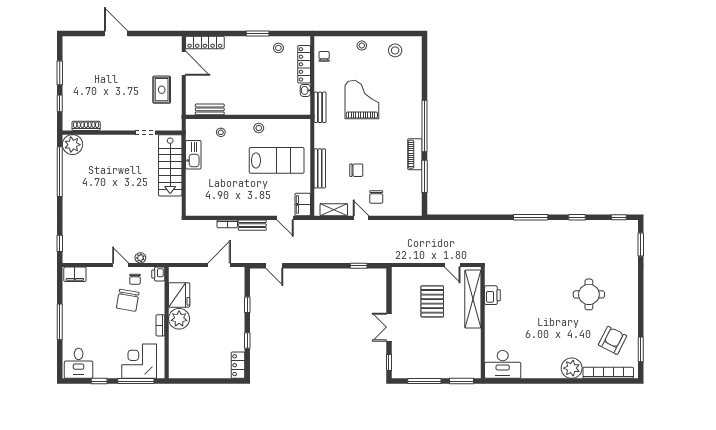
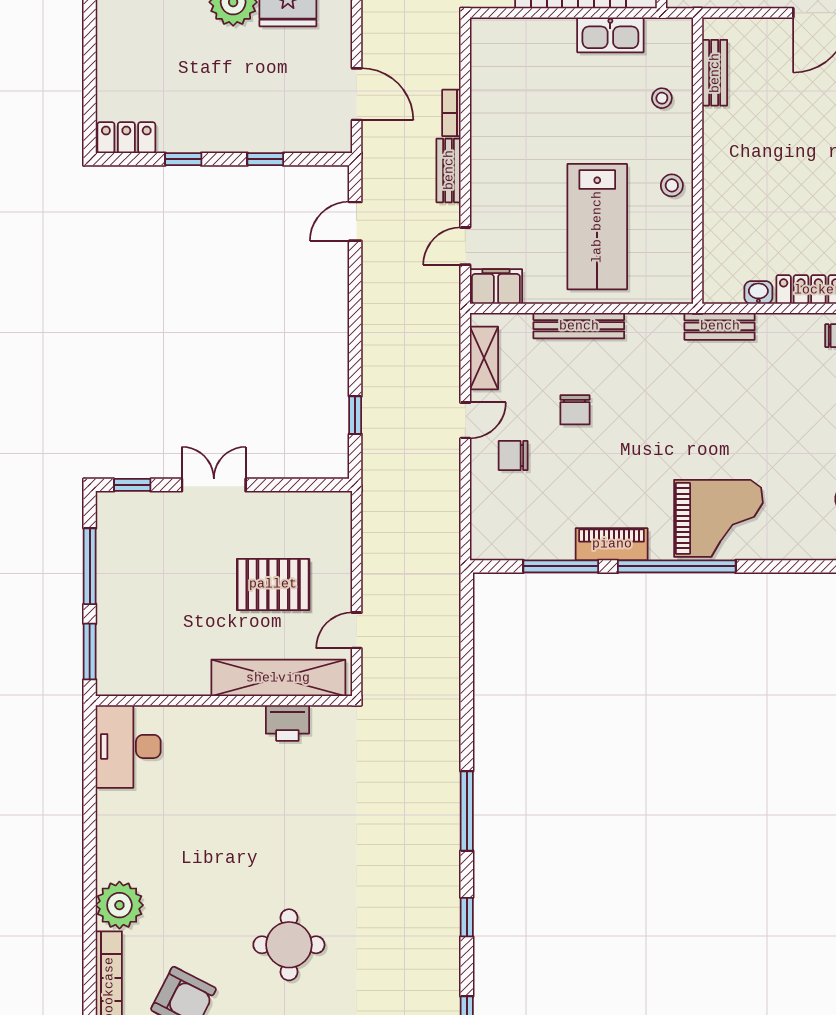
grand piano: (362, 100) -> (719, 518), moved

